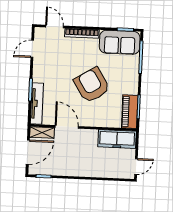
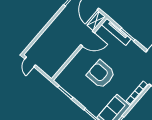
armchair: (92, 85) -> (101, 74), turned -148
piano: (130, 112) -> (67, 84), removed
freezer: (117, 139) -> (56, 64), removed

